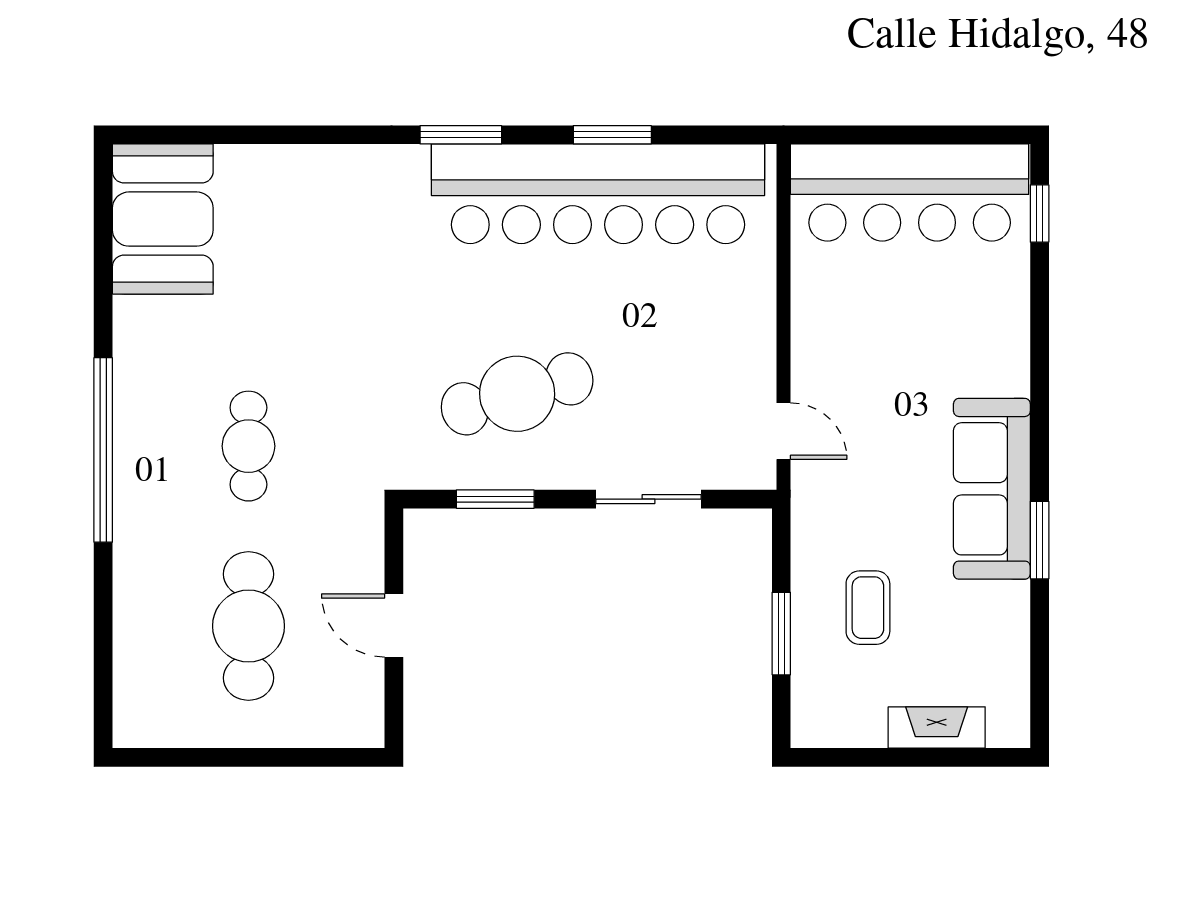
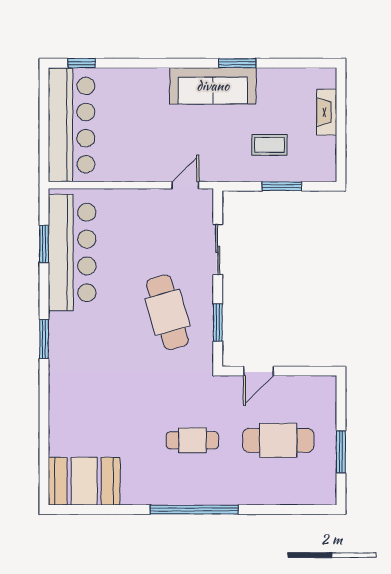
window: (612, 135) -> (44, 244), moved
bar counter: (598, 194) -> (72, 253), width x0.73
door: (394, 625) -> (258, 371), moved
window: (224, 757) -> (341, 452), added

